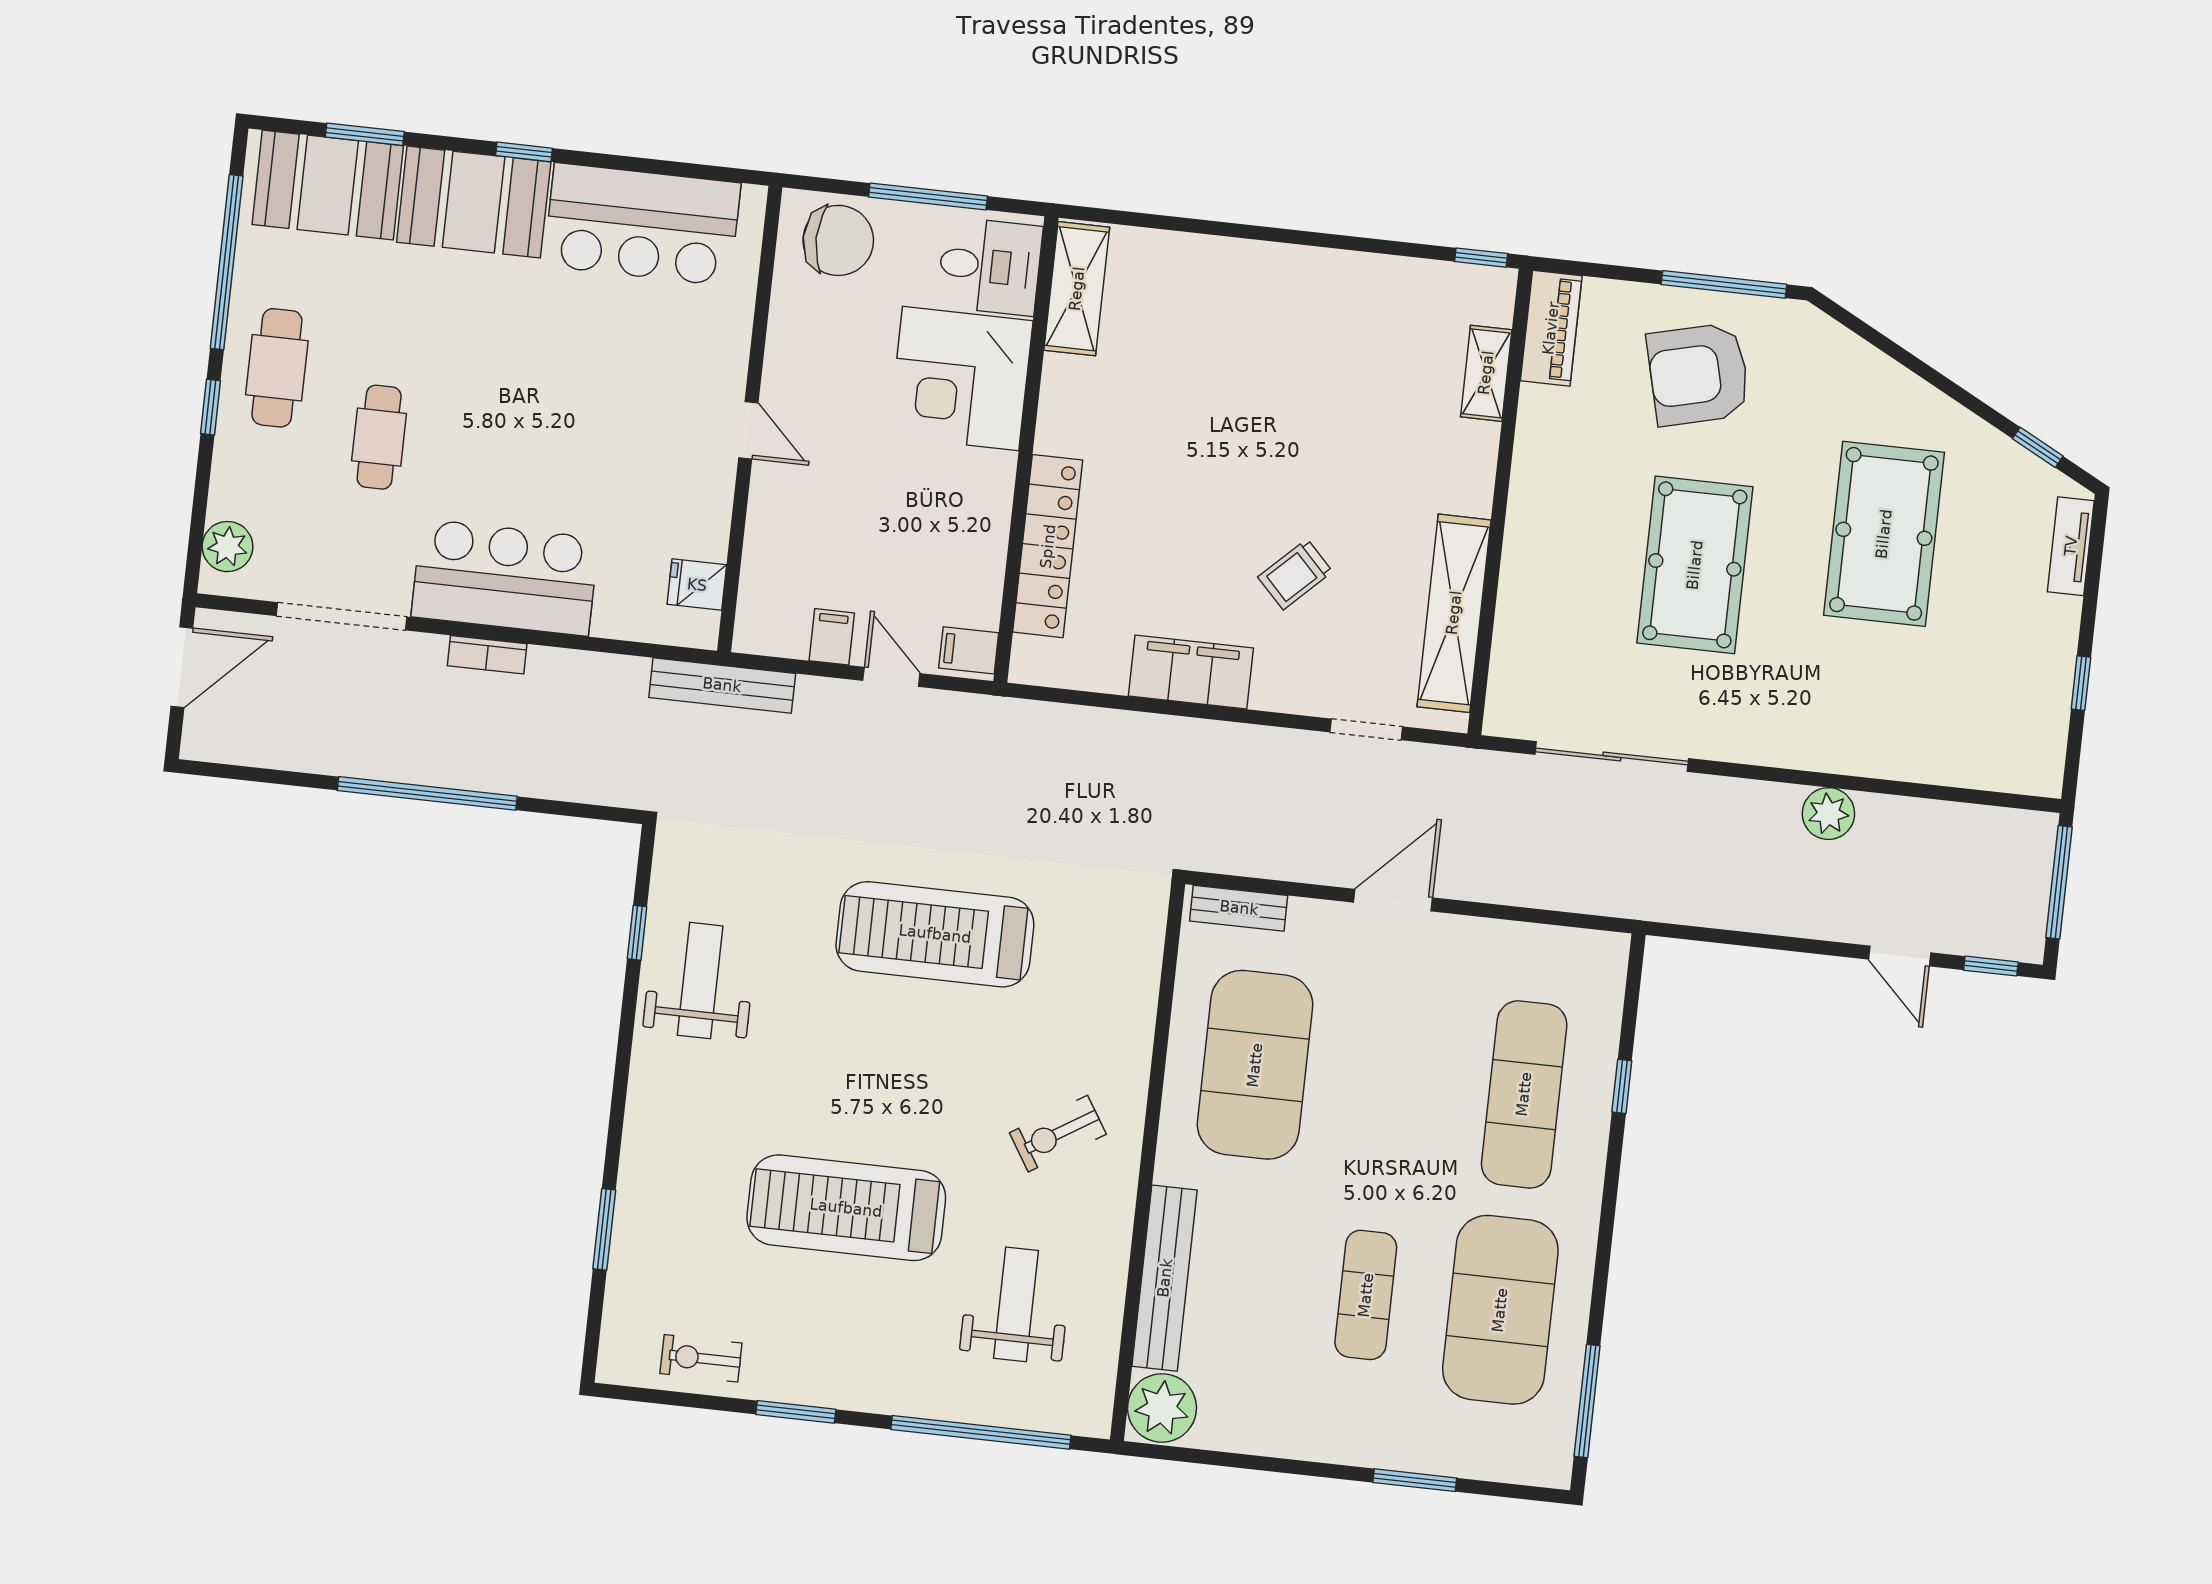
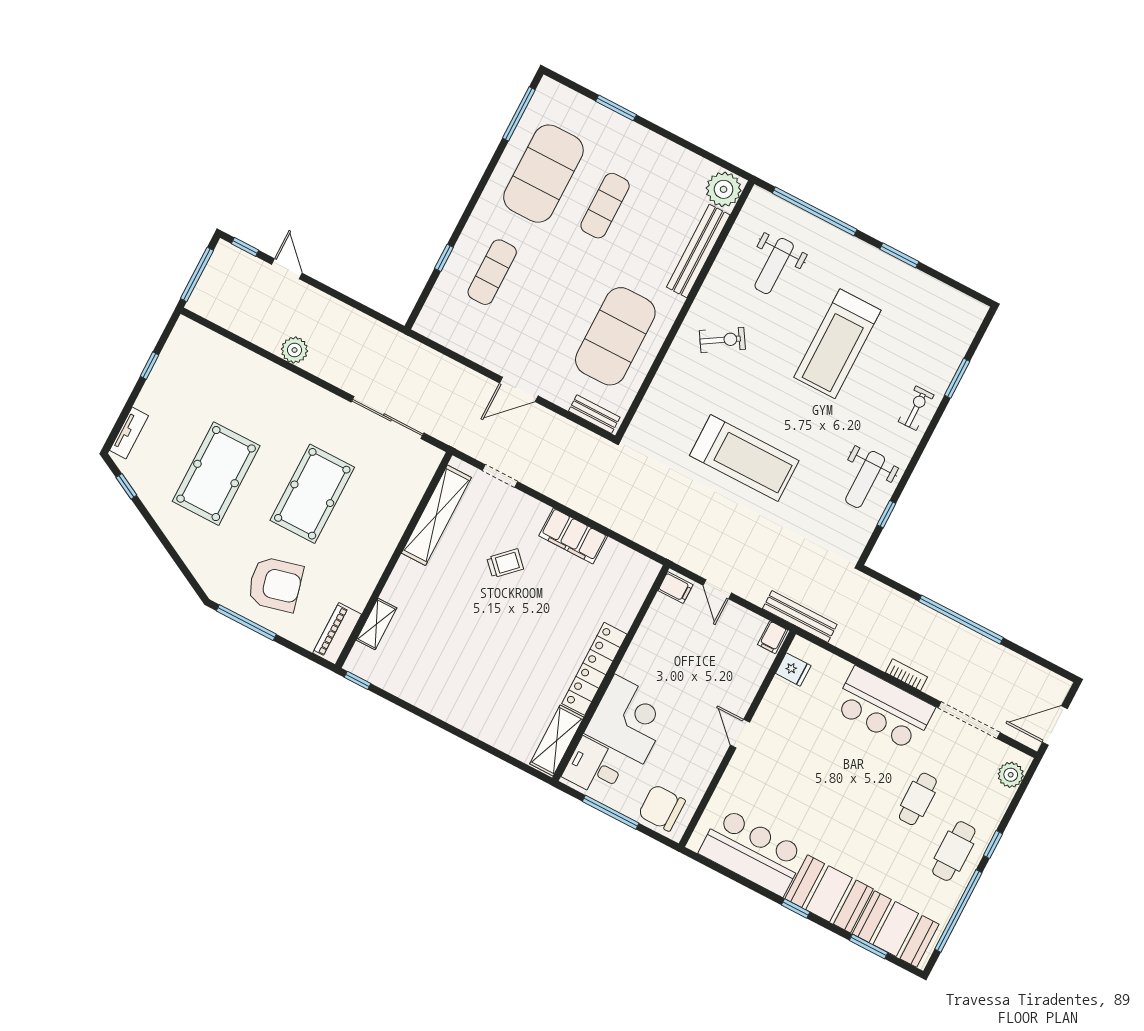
locker: (1048, 546) -> (594, 669), moved
filing cabinet: (832, 637) -> (773, 637), moved
exercise mat: (1524, 1094) -> (492, 272), width x0.73, depth x0.69
treadmill: (846, 1208) -> (837, 344), turned 90
exercise bike: (701, 1358) -> (916, 408), moved, turned -91

